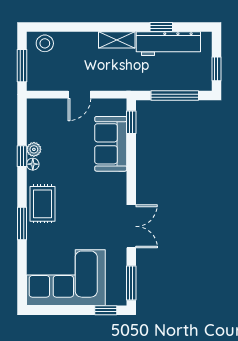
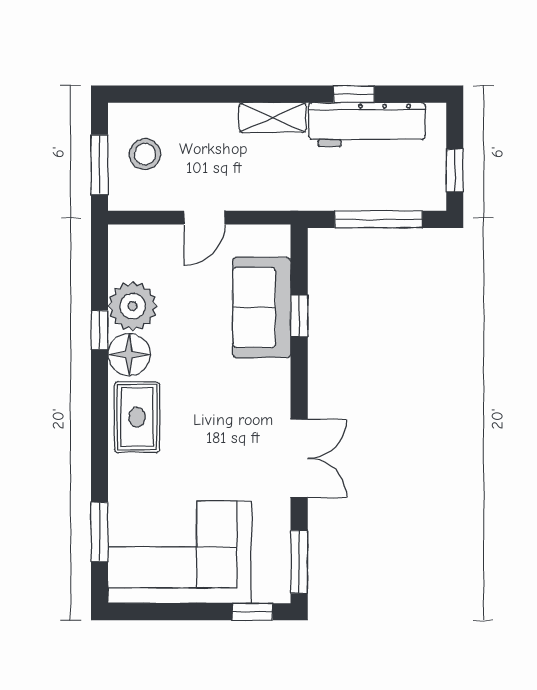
stool: (45, 43) -> (145, 154), moved
window: (131, 122) -> (299, 316), moved
plant: (34, 149) -> (133, 306), width x1.87, depth x1.87
floor lamp: (33, 164) -> (129, 355), width x1.89, depth x1.89
window: (22, 224) -> (100, 532), moved

